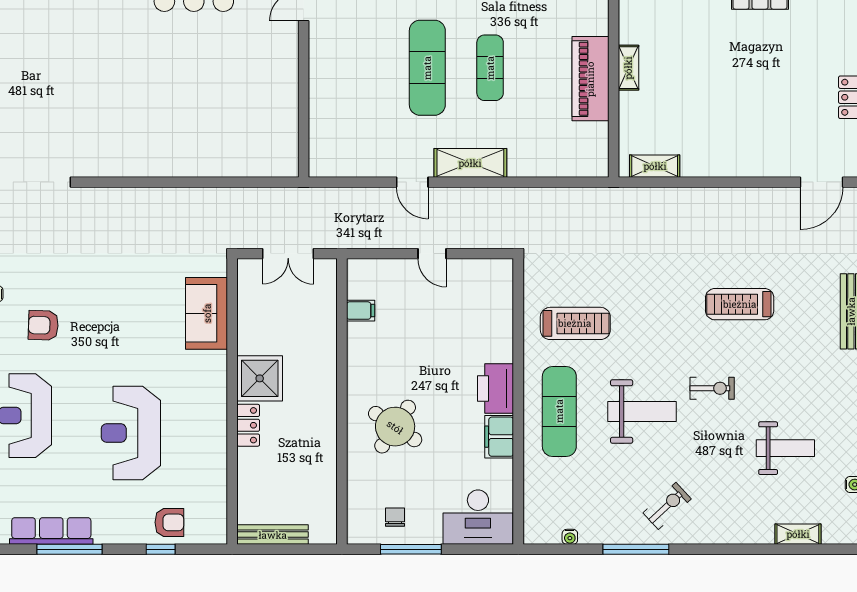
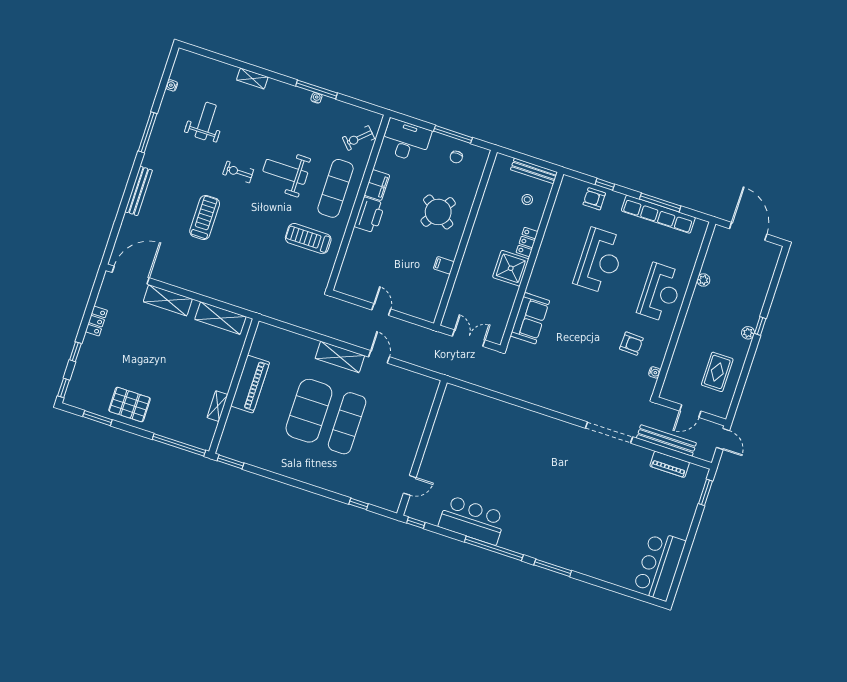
exercise mat: (490, 68) -> (309, 411), width x2.00, depth x1.45
shelving: (628, 68) -> (217, 406), moved
shelving: (754, 163) -> (168, 300), added
shelving: (655, 166) -> (220, 318), width x1.50, depth x1.33
door: (822, 182) -> (131, 275), width x1.36
treadmill: (740, 304) -> (205, 218), turned -90
filing cabinet: (361, 311) -> (444, 265), moved
weight bench: (785, 448) -> (206, 121), turned 90
stool: (269, 489) -> (527, 200), added
exercise bike: (667, 506) -> (358, 138), moved
row of seats: (51, 531) -> (658, 214), width x1.36
shelving: (798, 534) -> (252, 78), moved
water cooler: (570, 537) -> (316, 98), moved

